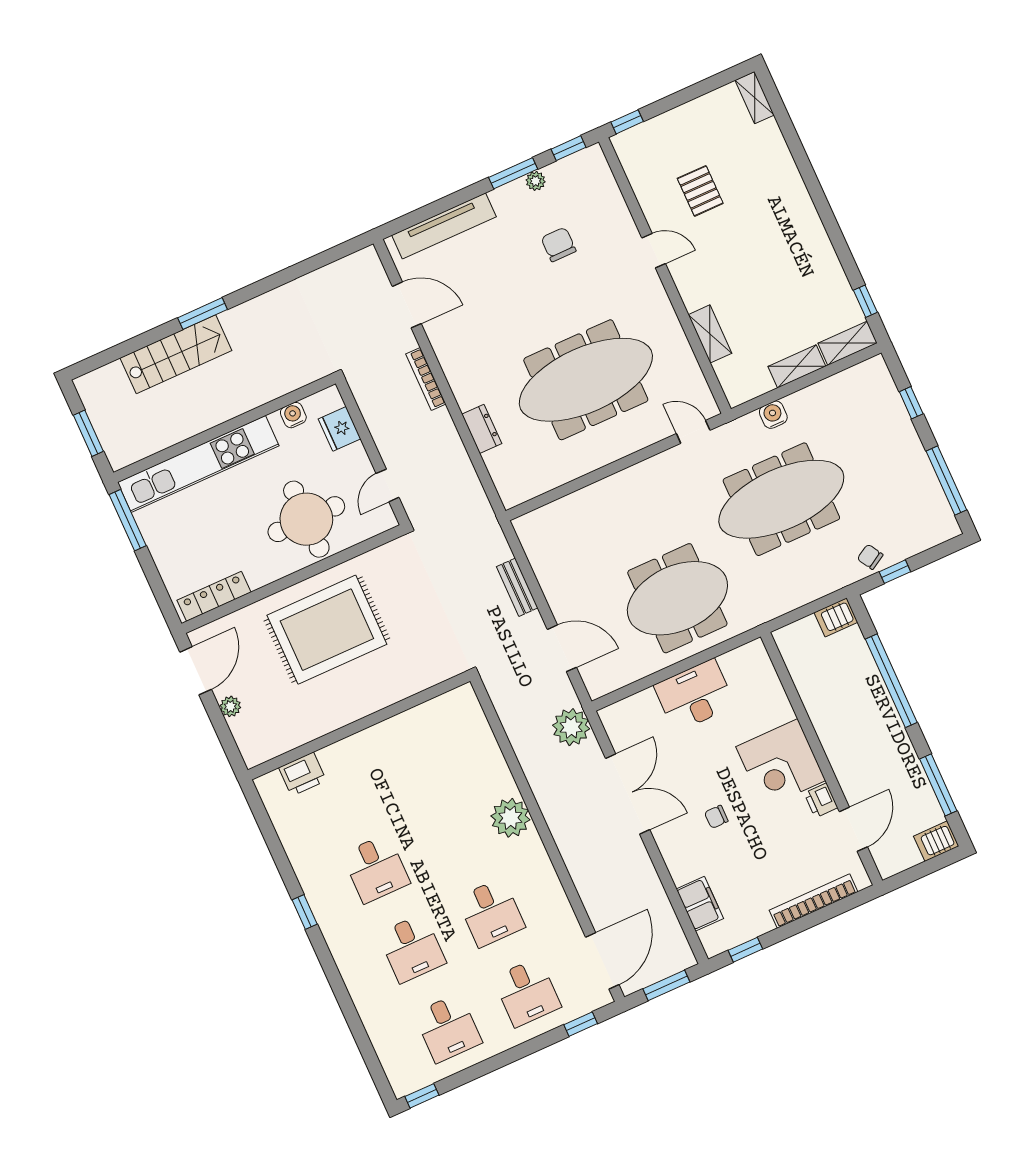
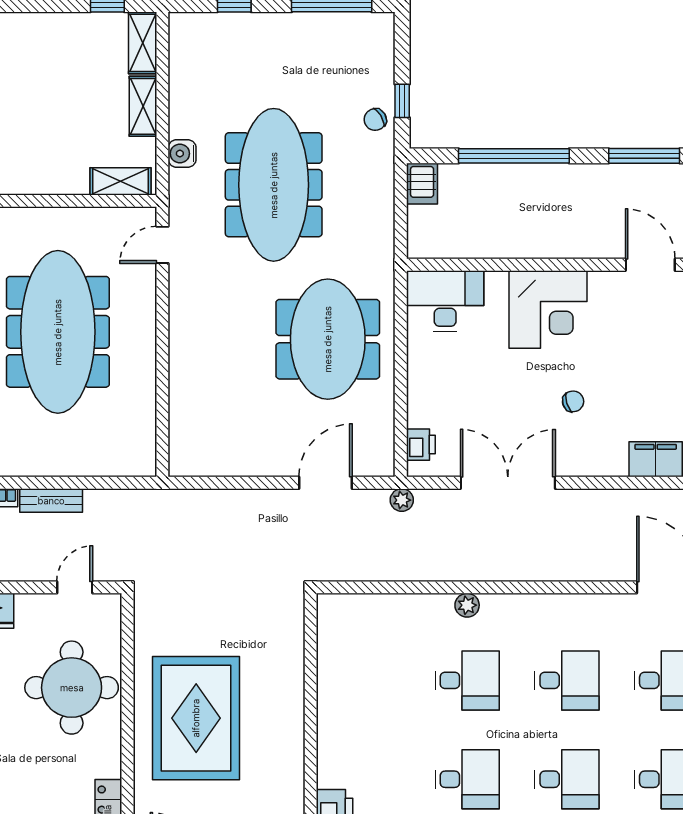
shelving: (710, 334) -> (121, 181), moved
dresser: (482, 429) -> (60, 463), removed
door: (388, 485) -> (75, 587), swing flipped
bench: (517, 587) -> (51, 501), moved
desk: (695, 695) -> (445, 301), moved, turned 90
plant: (571, 727) -> (402, 500), width x0.53, depth x0.53
printer: (821, 800) -> (421, 445), moved, turned -90
chair: (716, 817) -> (573, 401), turned -107
plant: (510, 818) -> (467, 605), width x0.53, depth x0.53
desk: (455, 833) -> (467, 680), added

